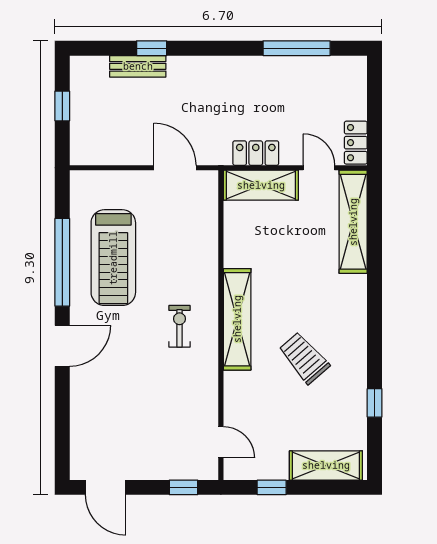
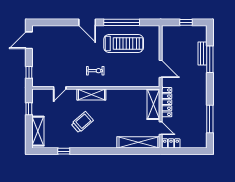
window: (152, 48) -> (210, 59), width x2.17
locker: (256, 153) -> (167, 102), width x1.53
door: (175, 168) -> (161, 69), hinge flipped
door: (319, 168) -> (161, 128), hinge flipped
treadmill: (113, 258) -> (124, 43), turned 180
shelving: (237, 319) -> (91, 94), width x0.68
door: (221, 442) -> (60, 88), moved

